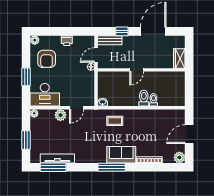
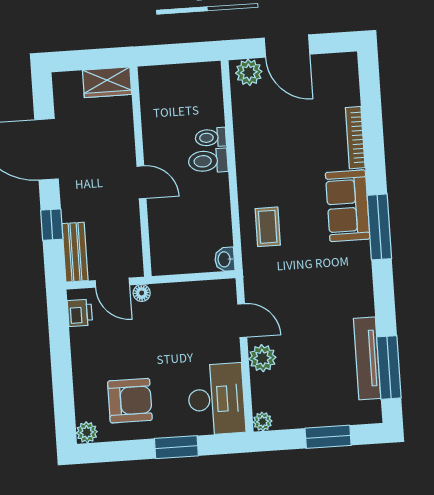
printer: (67, 41) -> (80, 313), moved
plant: (179, 157) -> (249, 72), moved

